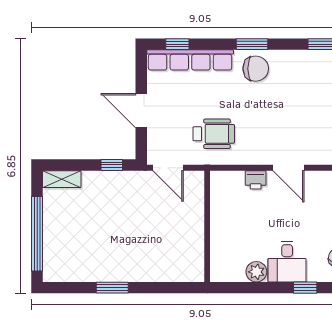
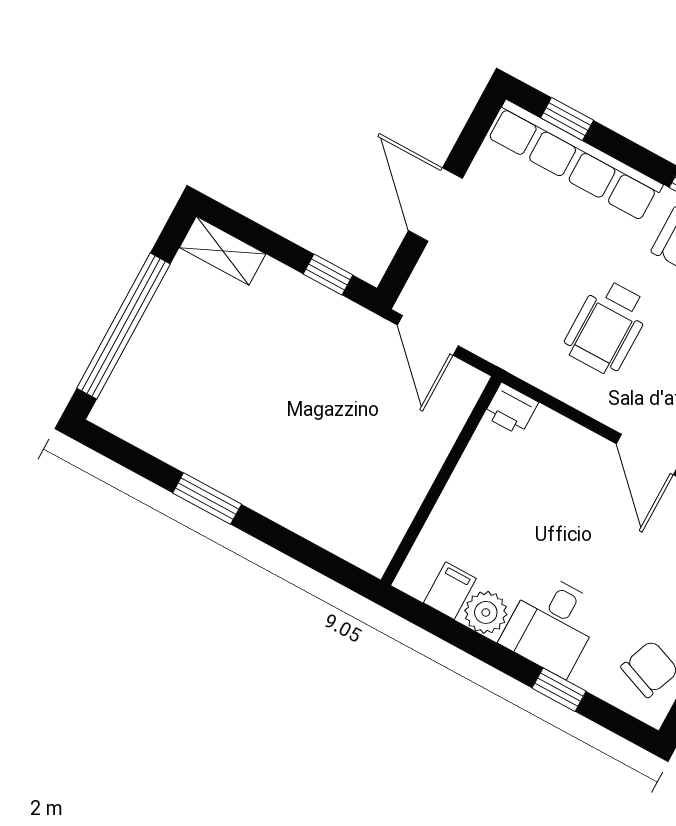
wheelchair: (214, 134) -> (607, 327), moved, turned 90
printer: (256, 180) -> (511, 409), moved
filing cabinet: (236, 271) -> (450, 591), added

